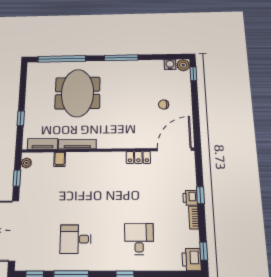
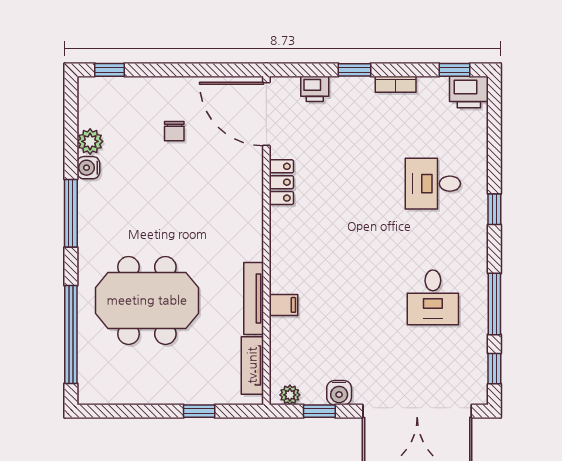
water cooler: (170, 65) -> (88, 168), moved
plant: (183, 65) -> (90, 141), moved
filing cabinet: (60, 159) -> (283, 305), moved
water cooler: (26, 188) -> (339, 393), added
printer: (190, 198) -> (315, 89), moved

